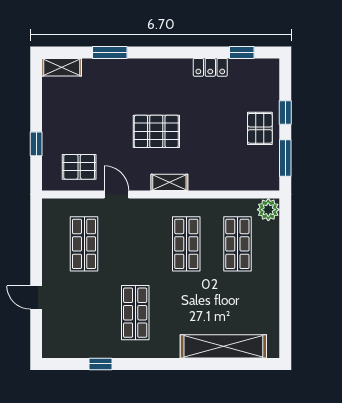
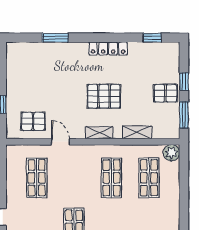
shelving: (62, 67) -> (137, 132), moved
locker: (210, 67) -> (108, 49), moved, width x1.53
pallet: (260, 128) -> (165, 93), turned 90
pallet: (156, 131) -> (104, 96), moved

